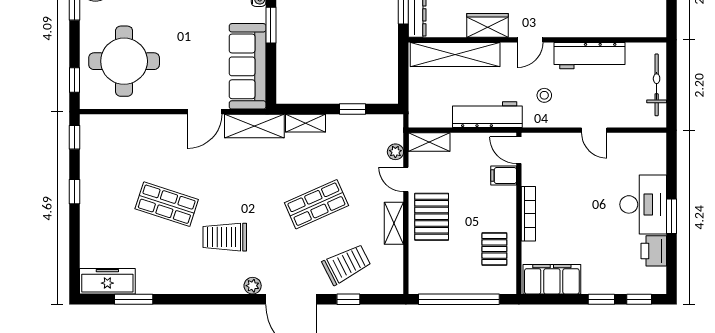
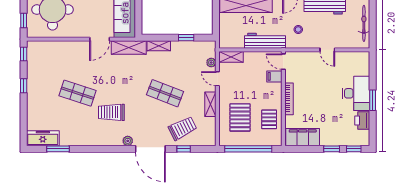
shop shelf: (316, 204) -> (165, 93), turned 45
pallet: (432, 217) -> (240, 117), moved

